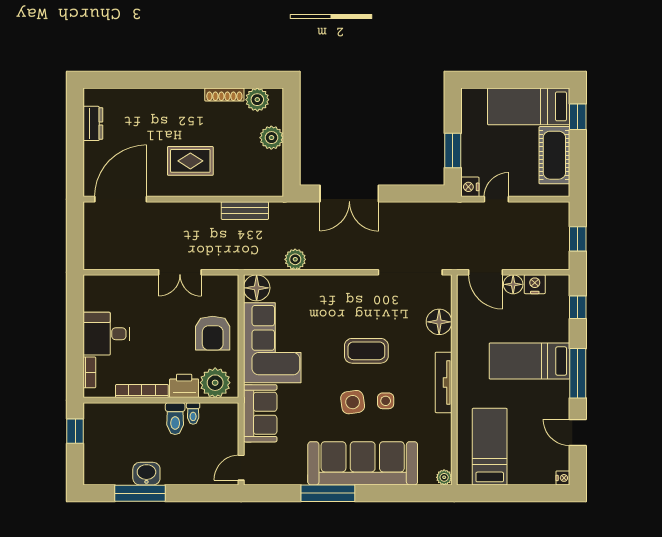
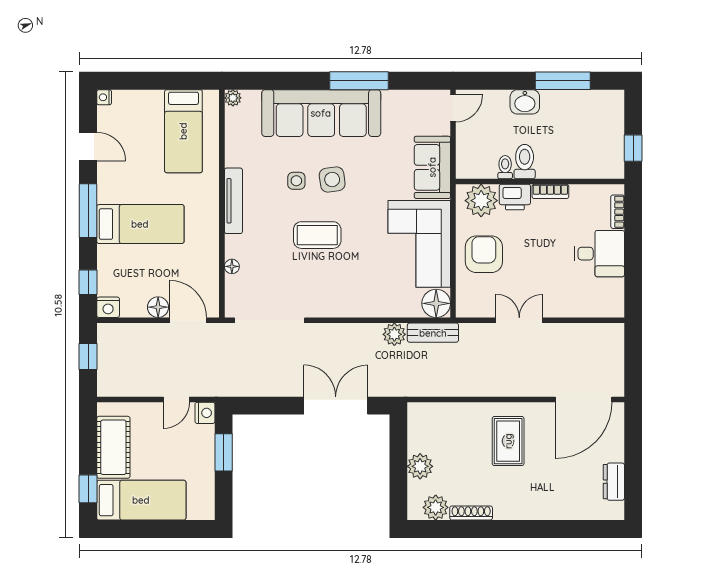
rug: (190, 161) -> (508, 441), turned 90
bench: (245, 211) -> (433, 333), moved
nightstand: (535, 284) -> (108, 307), moved
floor lamp: (439, 322) -> (232, 266), width x0.53, depth x0.53
bookcase: (142, 391) -> (550, 191), width x0.64
washbasin: (146, 474) -> (525, 102), moved

